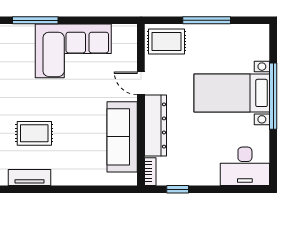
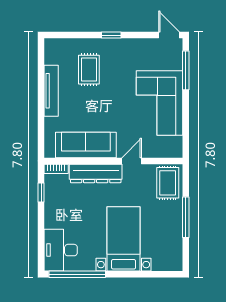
window: (273, 96) -> (77, 274), moved
tv unit: (30, 177) -> (51, 91), moved, width x1.41

